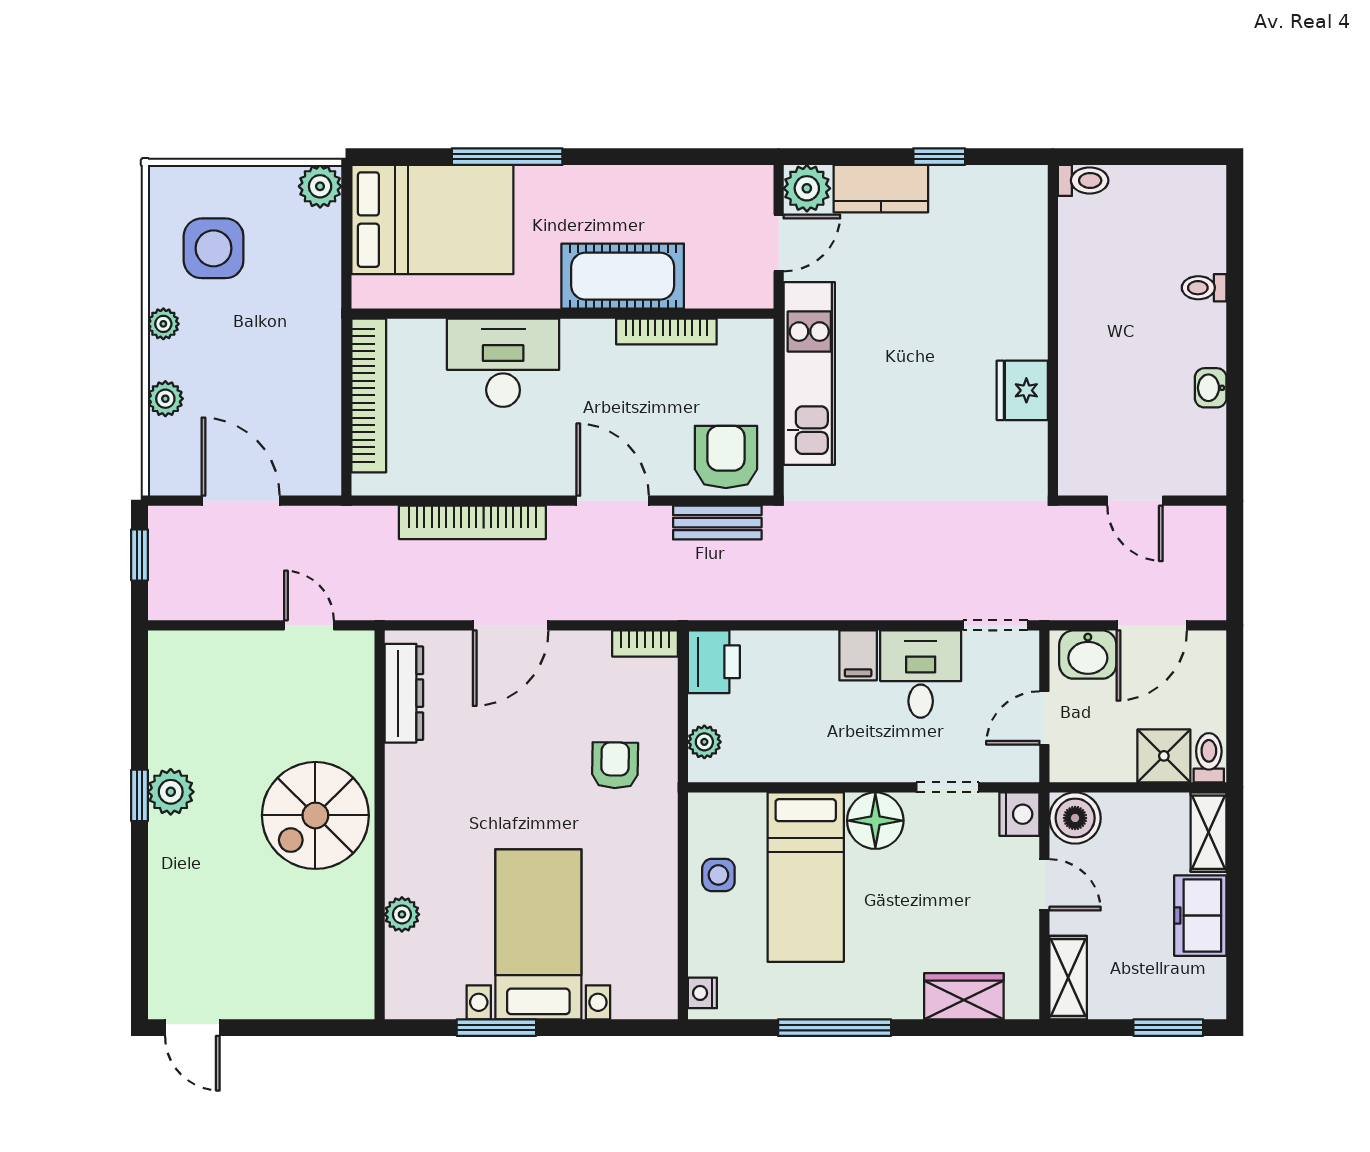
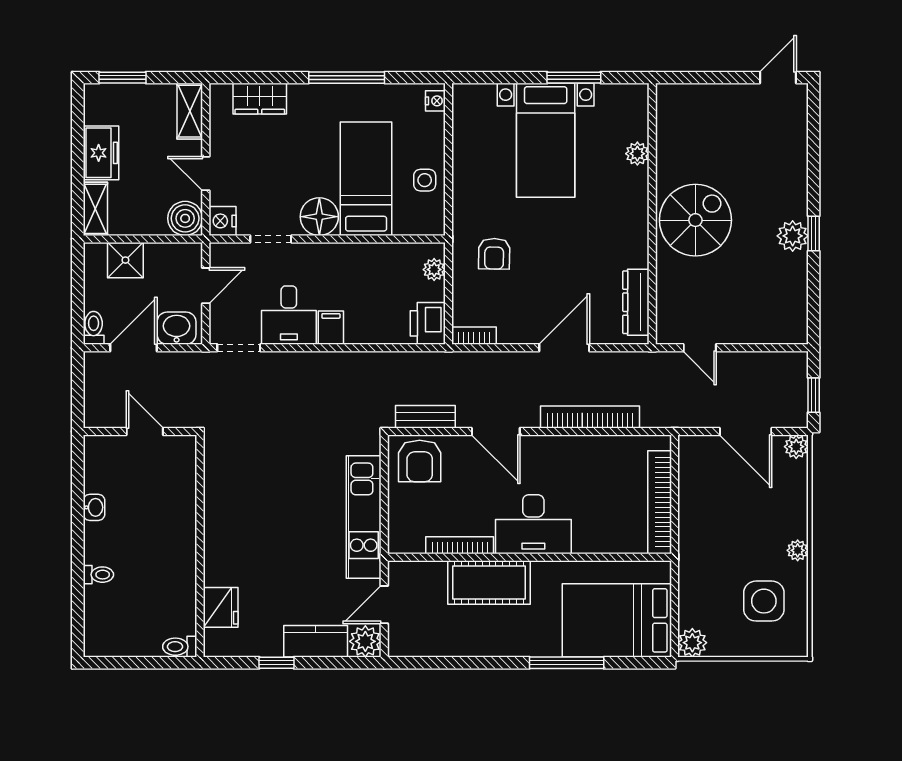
desk: (503, 363) -> (533, 524), moved
fridge: (1022, 390) -> (221, 607), moved
plant: (165, 399) -> (796, 447), moved
toilet: (1209, 758) -> (94, 328), moved, turned 180
door: (192, 1028) -> (778, 78), hinge flipped

